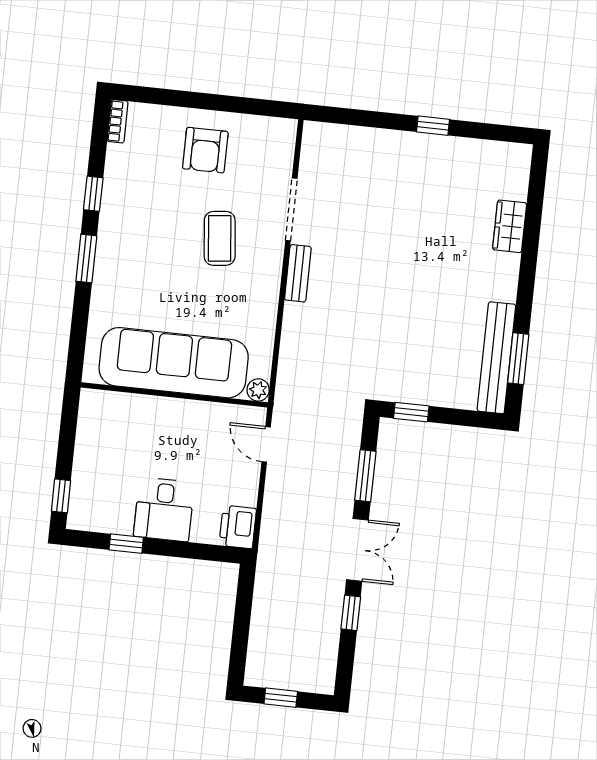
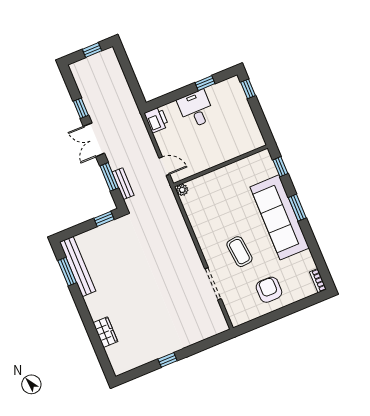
window: (93, 194) -> (280, 167), moved
bench: (298, 273) -> (123, 184), moved
sofa: (174, 363) -> (280, 217), moved, turned 90

